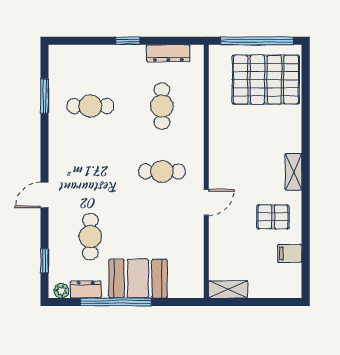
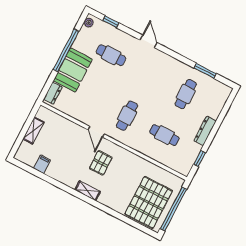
window: (128, 41) -> (200, 159), moved
dresser: (168, 53) -> (205, 131), moved
pallet: (273, 217) -> (101, 163), moved
dresser: (86, 289) -> (53, 93), moved
shelving: (228, 289) -> (33, 130), moved

